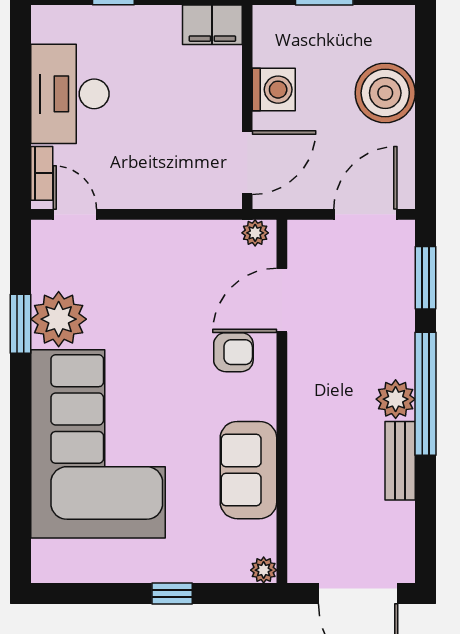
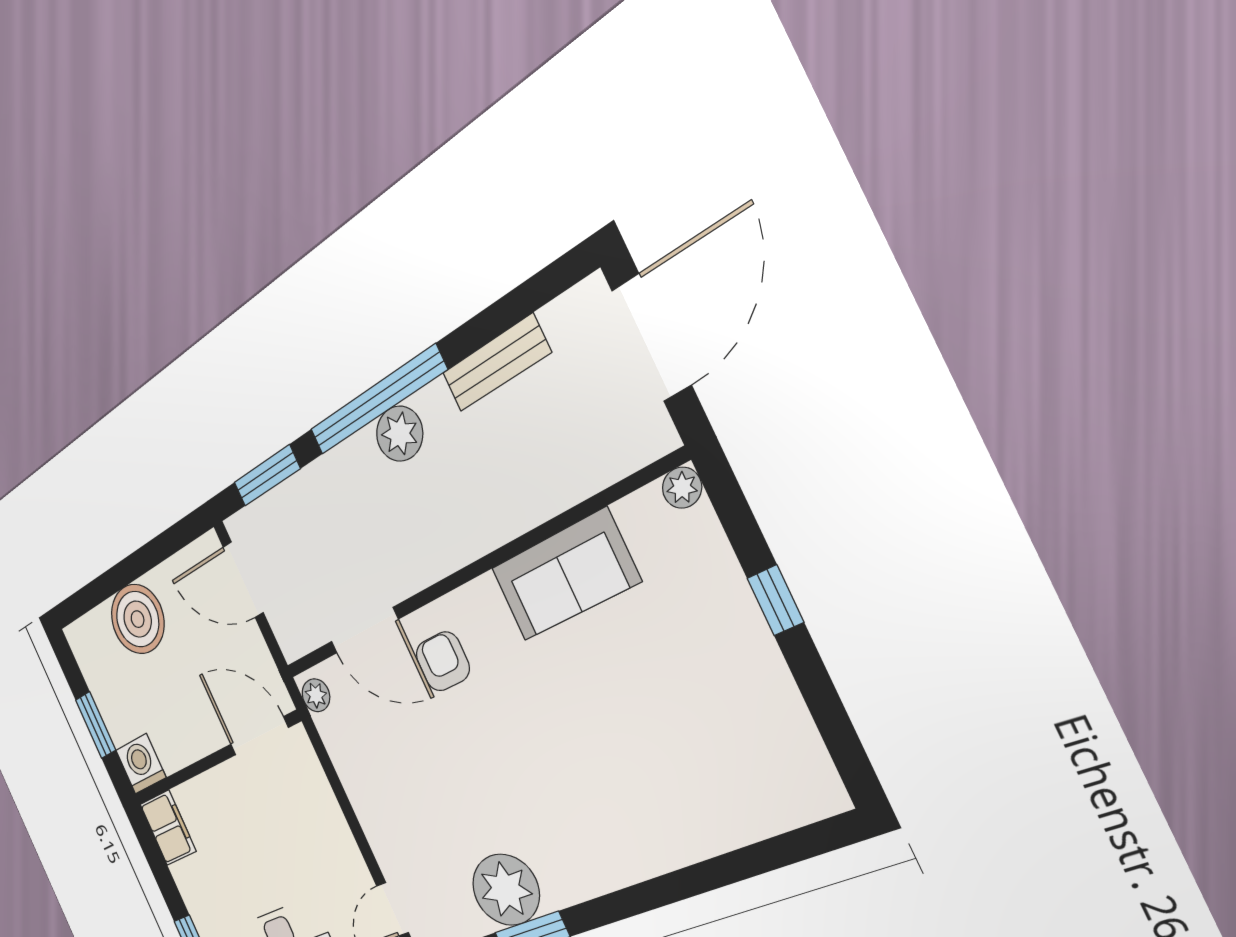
washing machine: (274, 90) -> (141, 764), moved
corner sofa: (98, 444) -> (625, 786), removed
bench: (400, 461) -> (496, 363), moved

